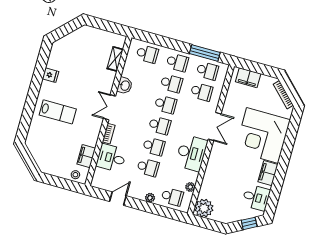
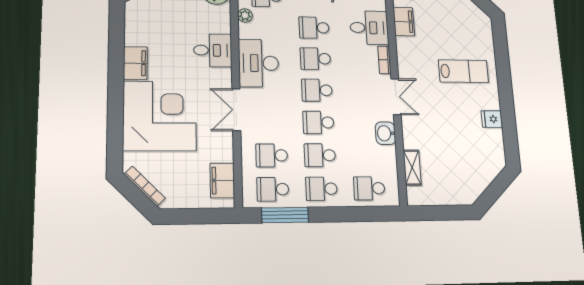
filing cabinet: (248, 78) -> (222, 180), moved, turned -90
lab bench: (58, 112) -> (463, 71), turned 180
desk: (256, 197) -> (213, 50), moved, turned 180

